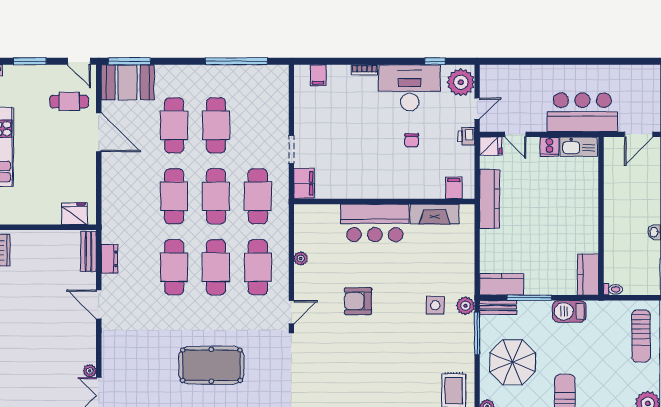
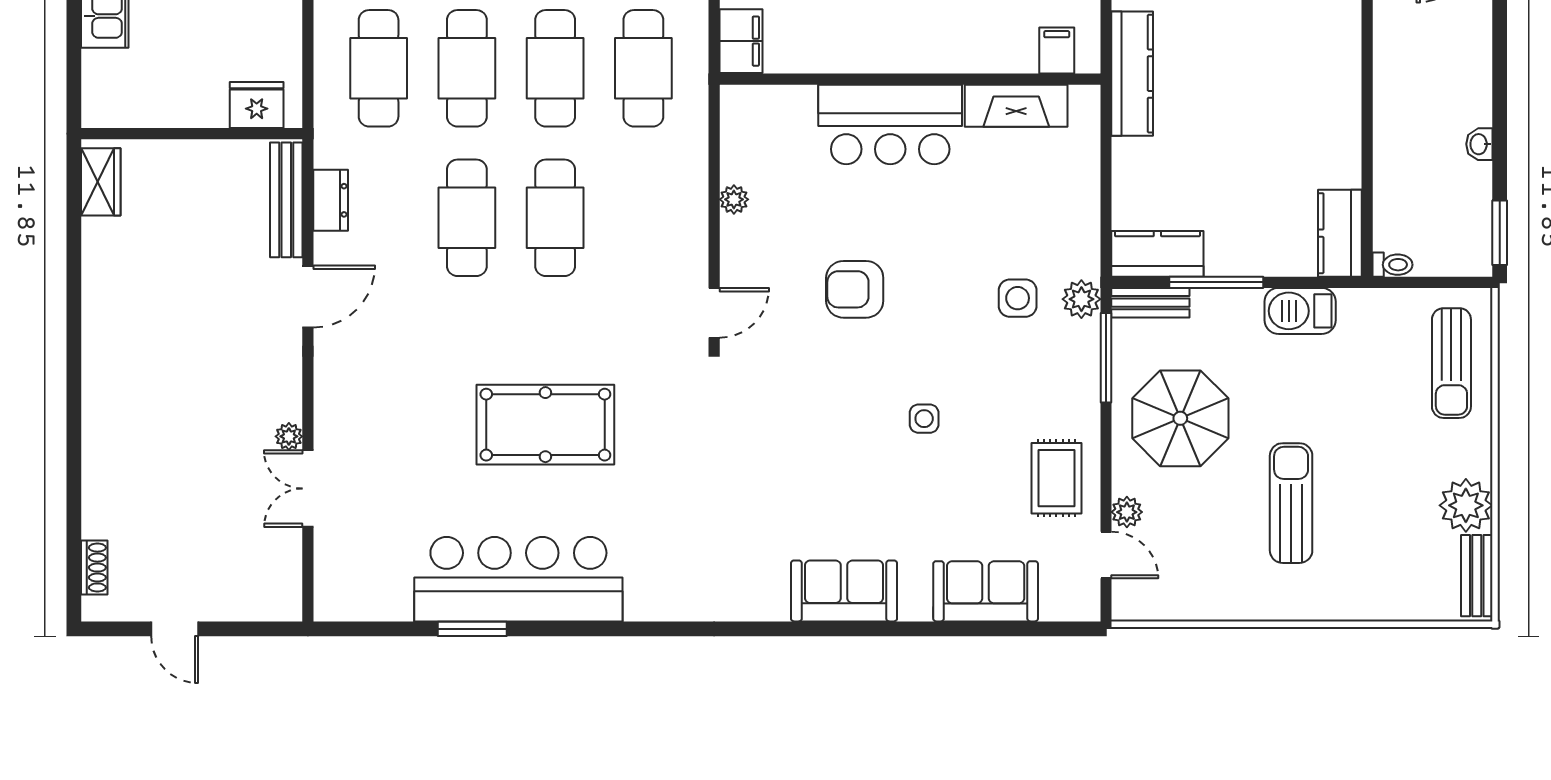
bench: (88, 251) -> (286, 200), width x1.36
cafe table: (258, 267) -> (379, 68), moved
door: (99, 305) -> (308, 297), swing flipped
side table: (391, 362) -> (924, 419), added

